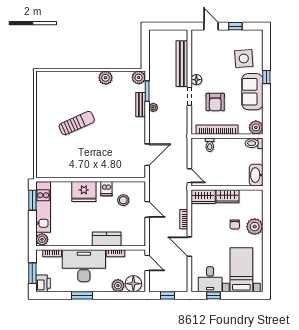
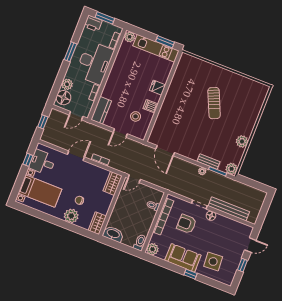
fridge: (84, 191) -> (158, 88), width x0.53, depth x0.75
wardrobe: (228, 196) -> (97, 223), moved
kitchen counter: (107, 239) -> (101, 110), moved

